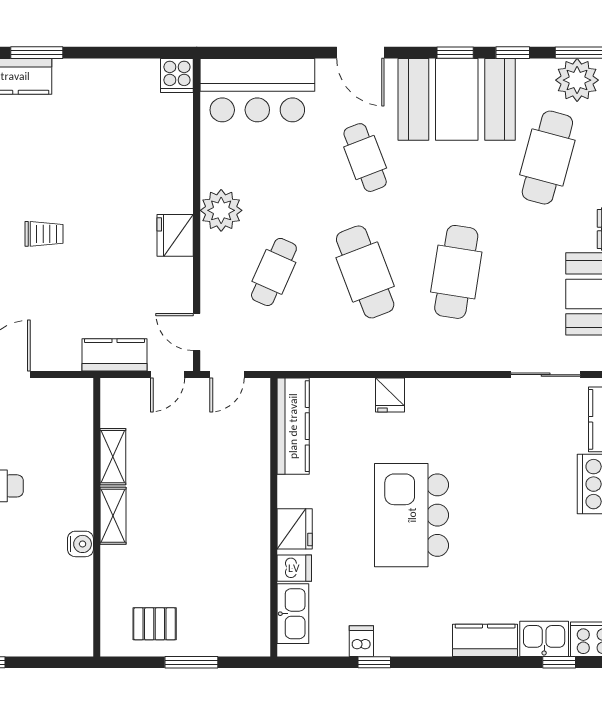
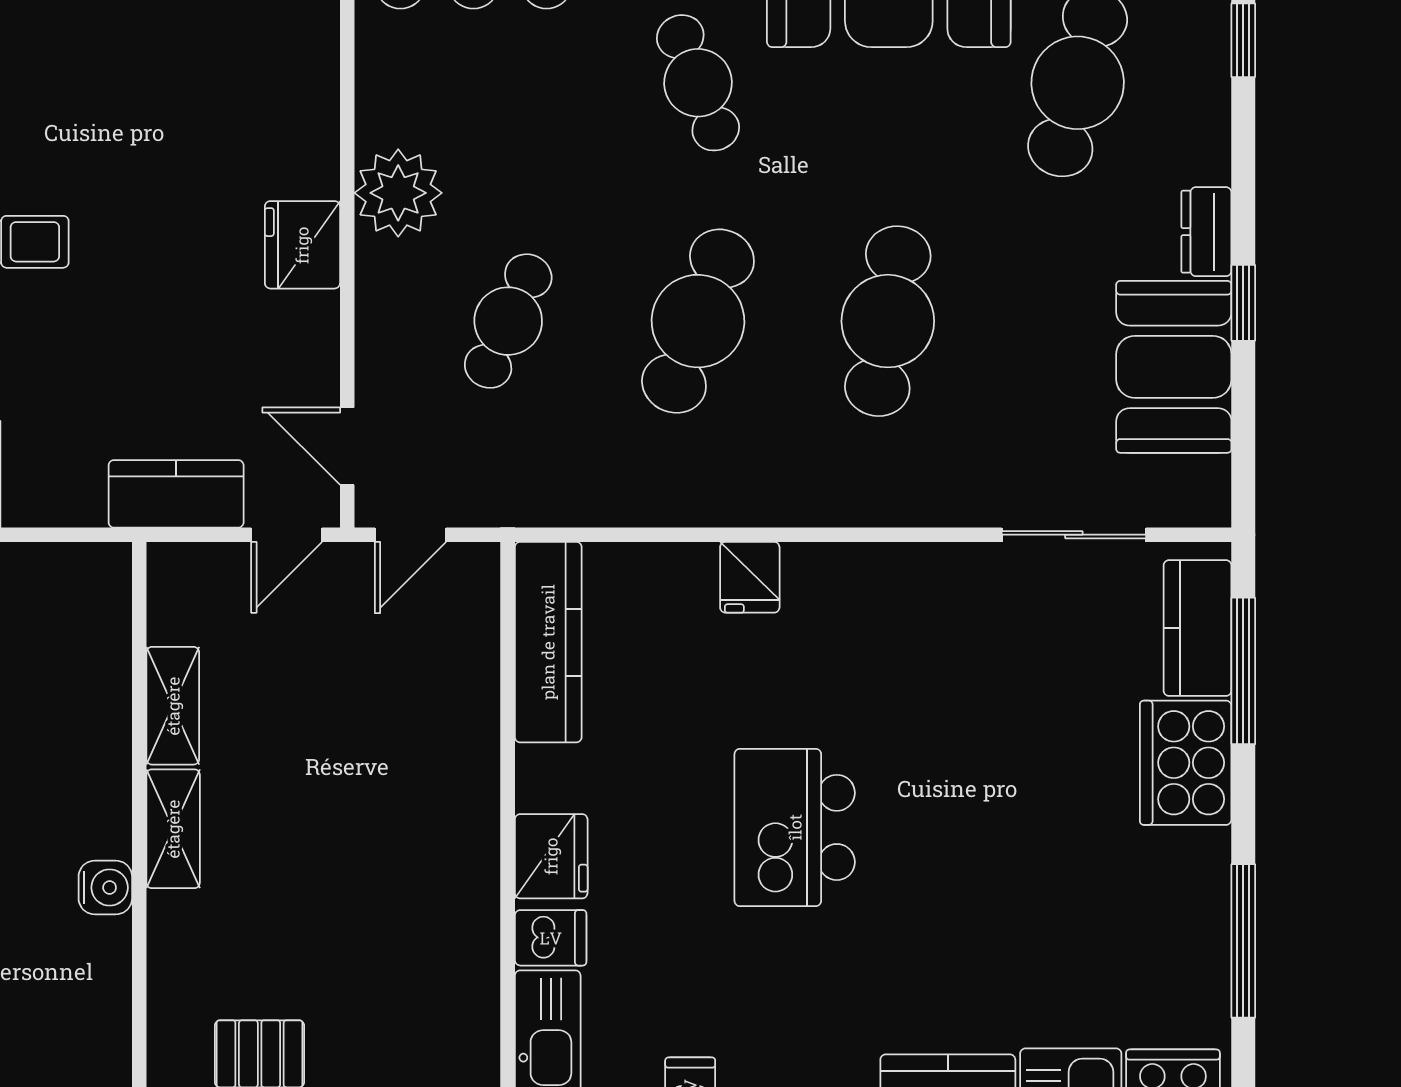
cafe table: (365, 272) -> (698, 321), turned 42
kitchen island: (412, 515) -> (795, 827), width x0.73, depth x0.78

